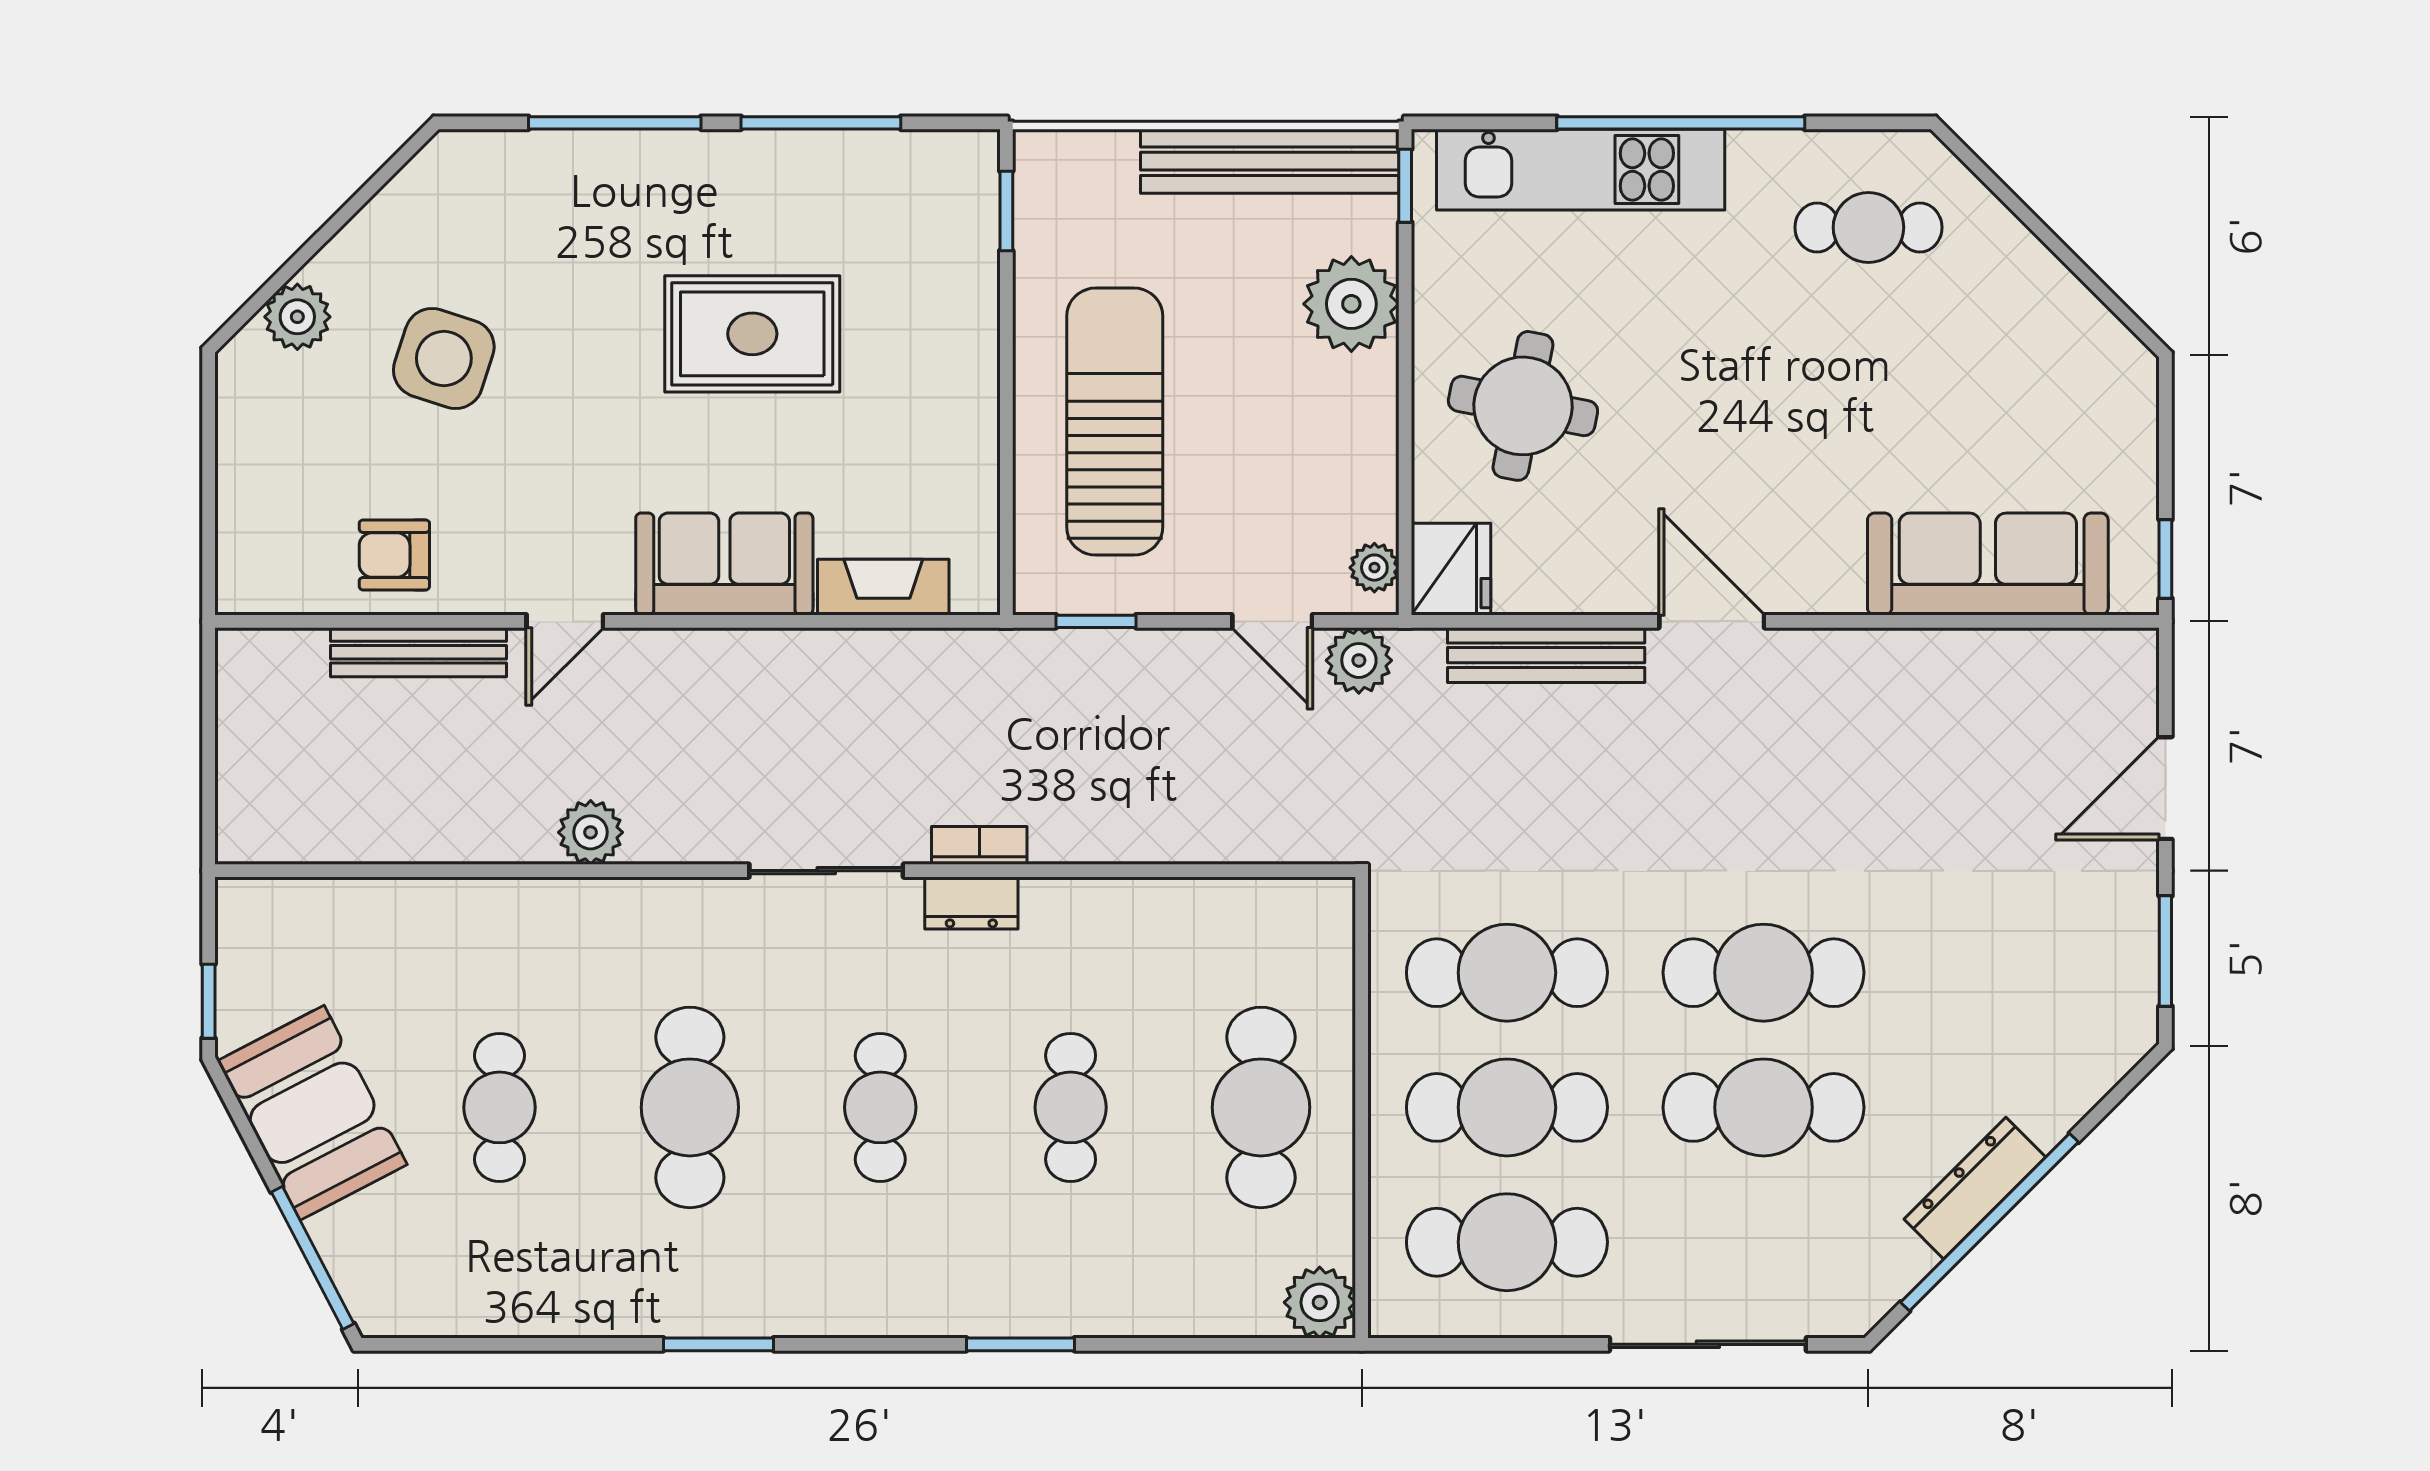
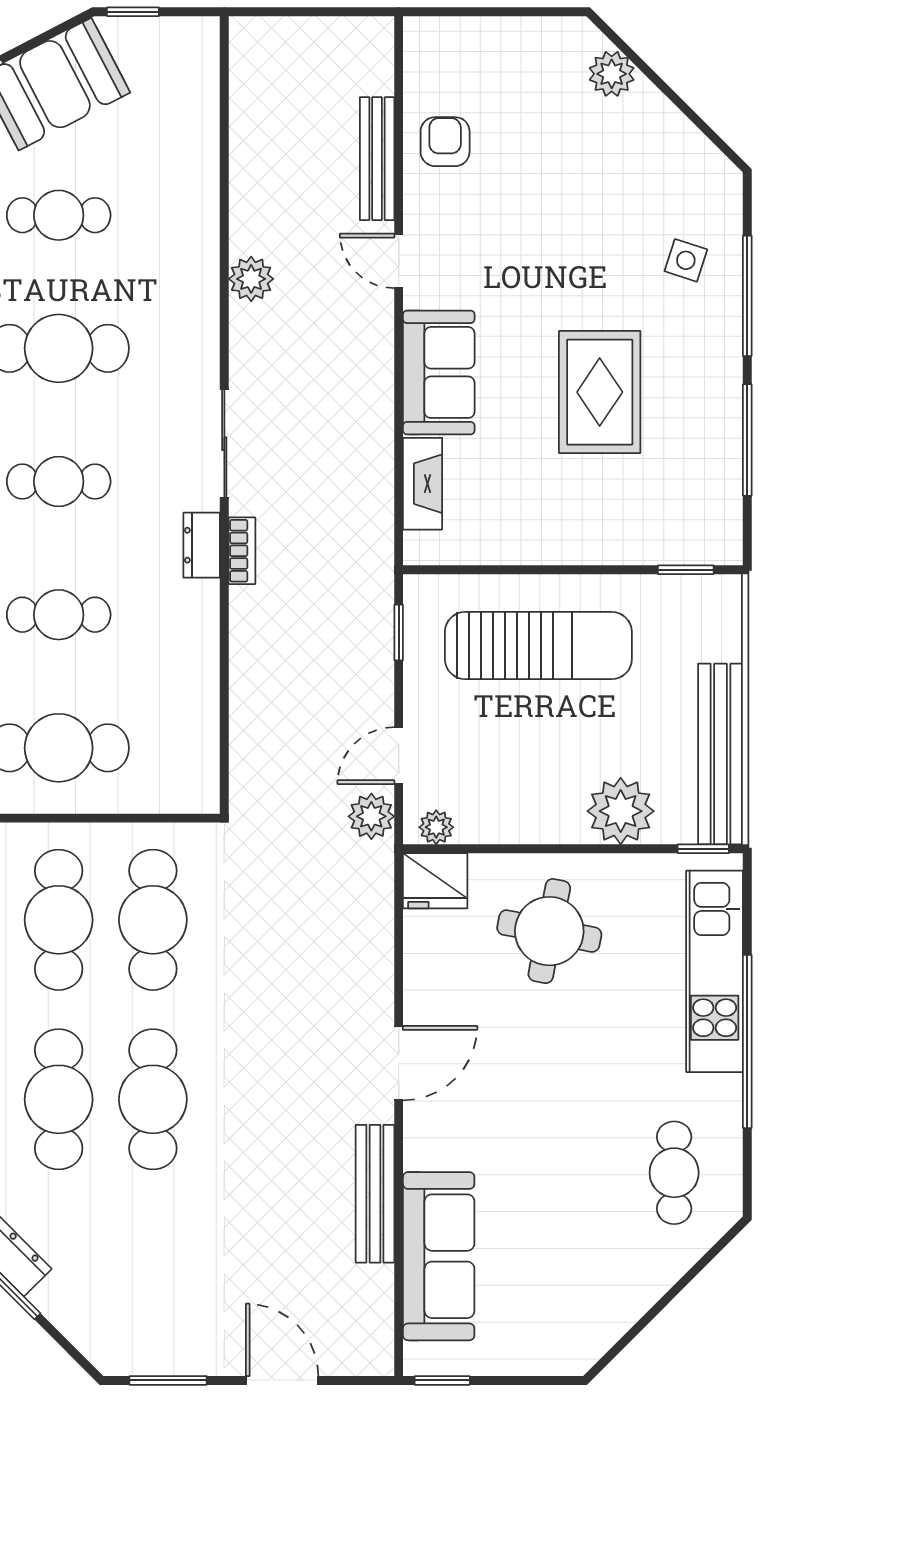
side table: (444, 358) -> (686, 260), moved, width x0.54, depth x0.54
bench: (1546, 655) -> (375, 1194), moved

